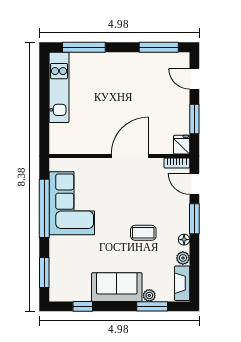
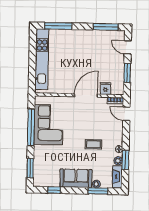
kitchen unit: (59, 87) -> (42, 59), width x1.36
fridge: (182, 145) -> (105, 89), moved
window: (194, 219) -> (125, 160), moved

